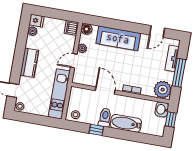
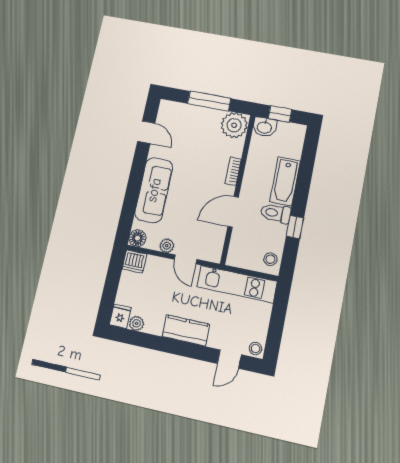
tv unit: (172, 58) -> (187, 111), removed

